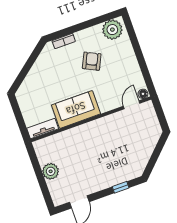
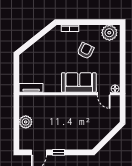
door: (132, 105) -> (104, 94), swing flipped
sofa: (76, 109) -> (79, 83), moved
window: (121, 187) -> (59, 152), moved

